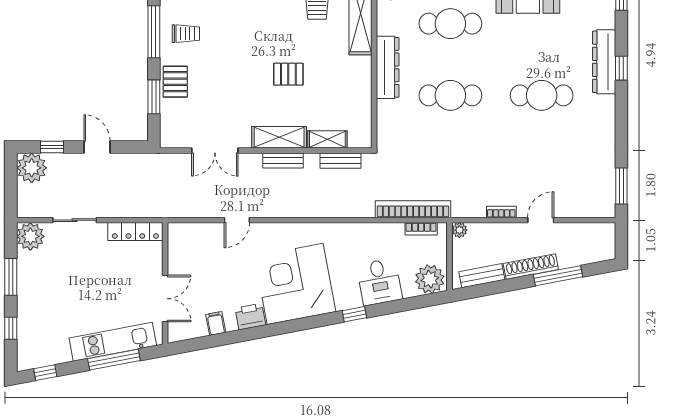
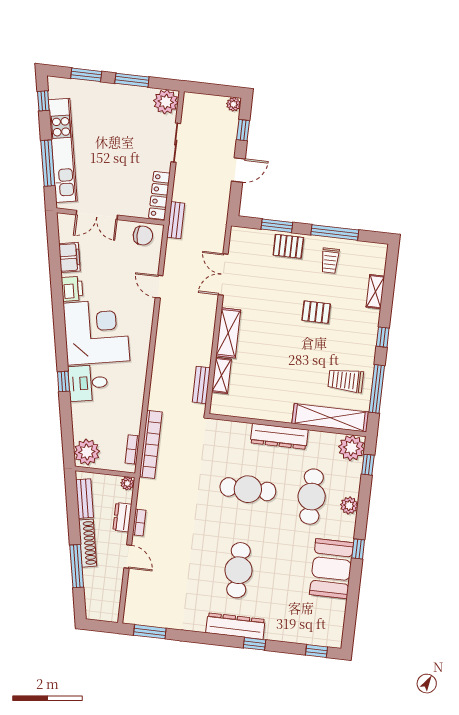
dresser: (604, 62) -> (235, 626), moved
pallet: (288, 74) -> (316, 312), moved, turned 90
cafe table: (450, 95) -> (248, 489), turned 90
bench: (283, 160) -> (176, 220), moved
plant: (32, 168) -> (234, 104), width x0.53, depth x0.53
dresser: (498, 231) -> (122, 517), added
chair: (182, 245) -> (143, 236), added
desk: (379, 282) -> (88, 383), moved
filing cabinet: (216, 323) -> (69, 257), width x2.00
window: (11, 328) -> (86, 75), width x1.50
kitchen unit: (113, 342) -> (63, 150), width x1.36

